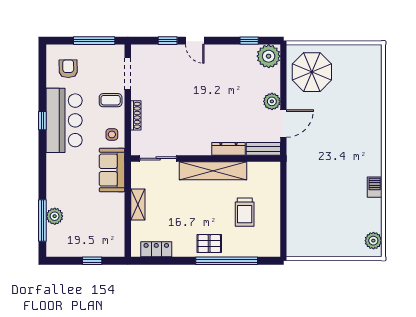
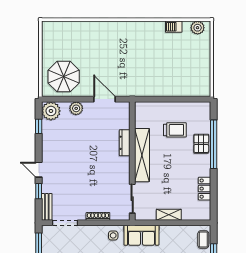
door: (195, 41) -> (39, 170), swing flipped
coffee table: (111, 100) -> (203, 239), moved
plant: (272, 101) -> (76, 108), moved
bench: (263, 149) -> (47, 207), moved
barbecue: (375, 187) -> (174, 27), moved
pallet: (209, 244) -> (201, 144), moved
locker: (156, 249) -> (204, 189), moved

